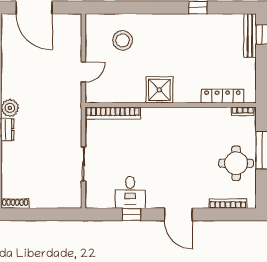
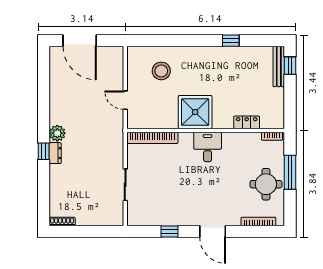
door: (83, 72) -> (125, 100), swing flipped
shower: (159, 90) -> (195, 112), width x1.37, depth x1.37
locker: (222, 96) -> (247, 122), width x0.66
desk: (130, 192) -> (208, 147), moved, turned 180

